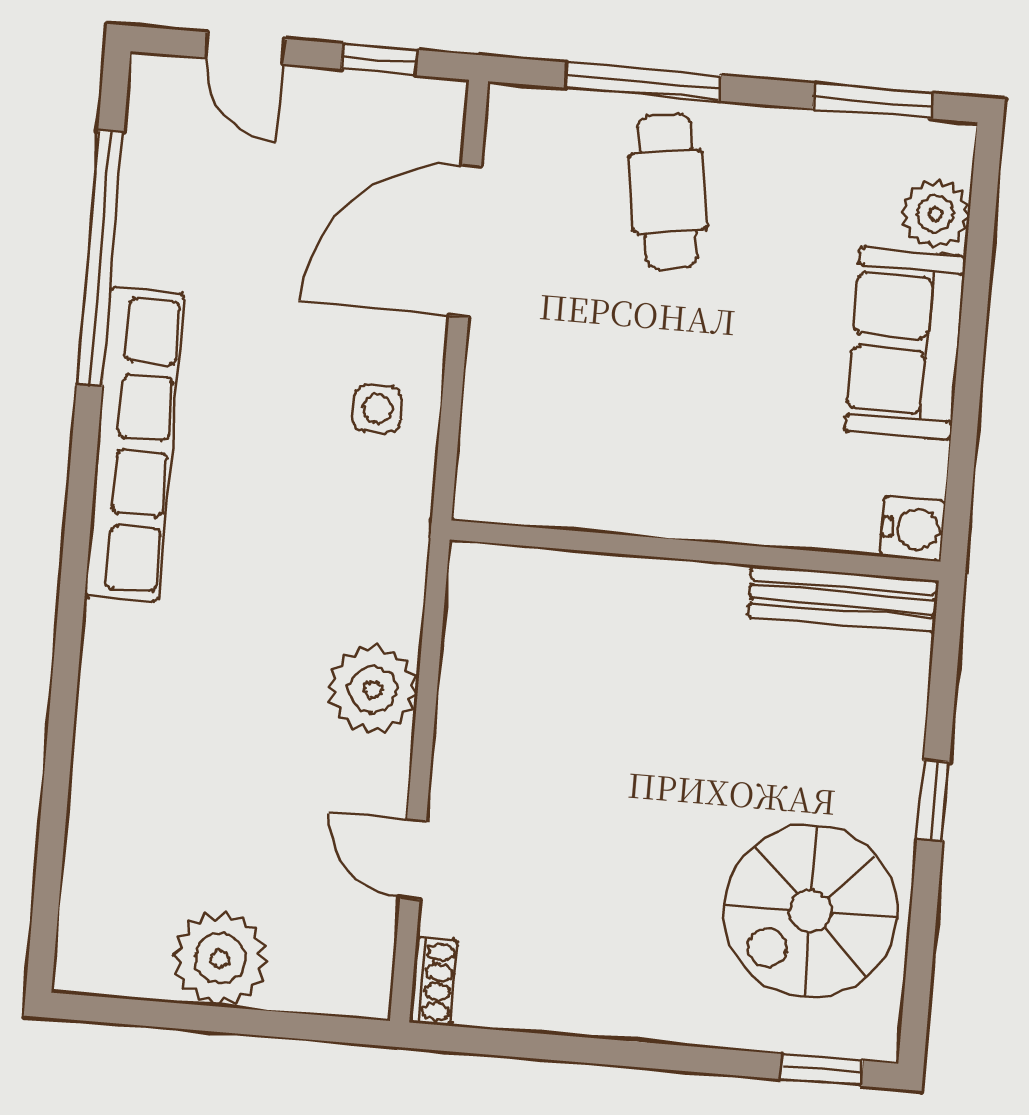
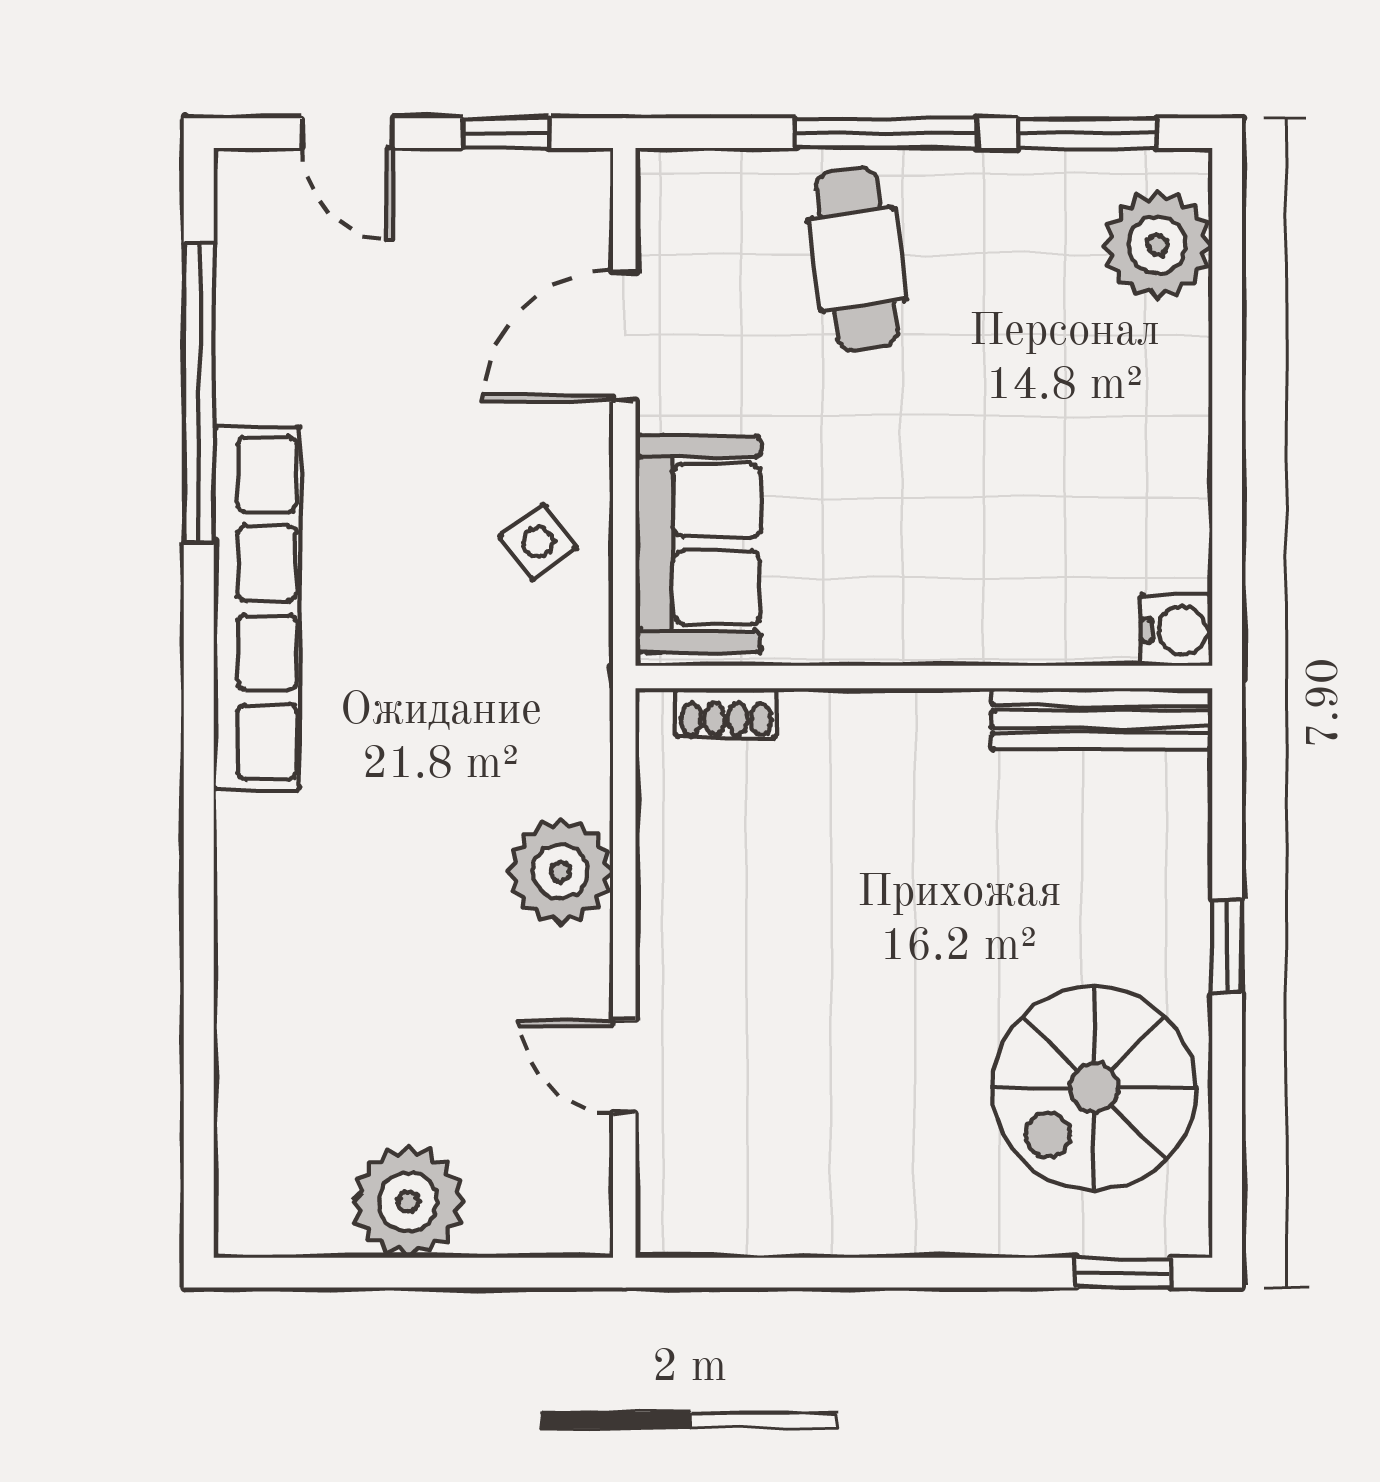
window: (643, 82) -> (886, 133), moved
plant: (935, 214) -> (1157, 245), width x1.36, depth x1.36
door: (465, 240) -> (624, 337), width x0.73
sofa: (905, 344) -> (698, 544), moved, turned 180
side table: (377, 409) -> (538, 542), turned -37
shoe rack: (433, 981) -> (726, 713), moved, turned 90

